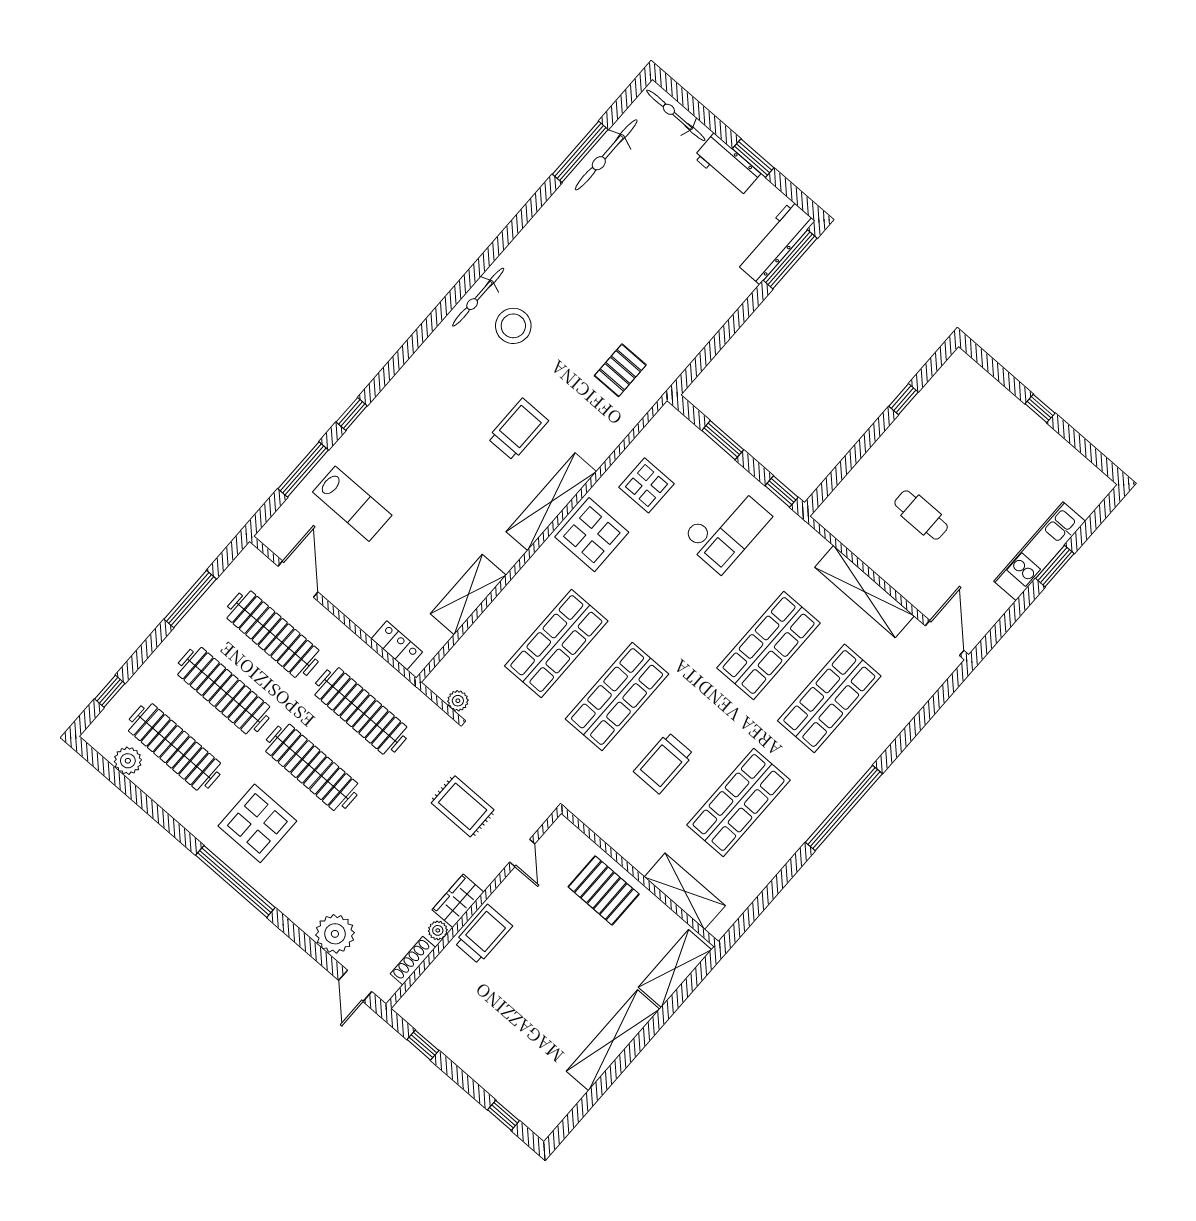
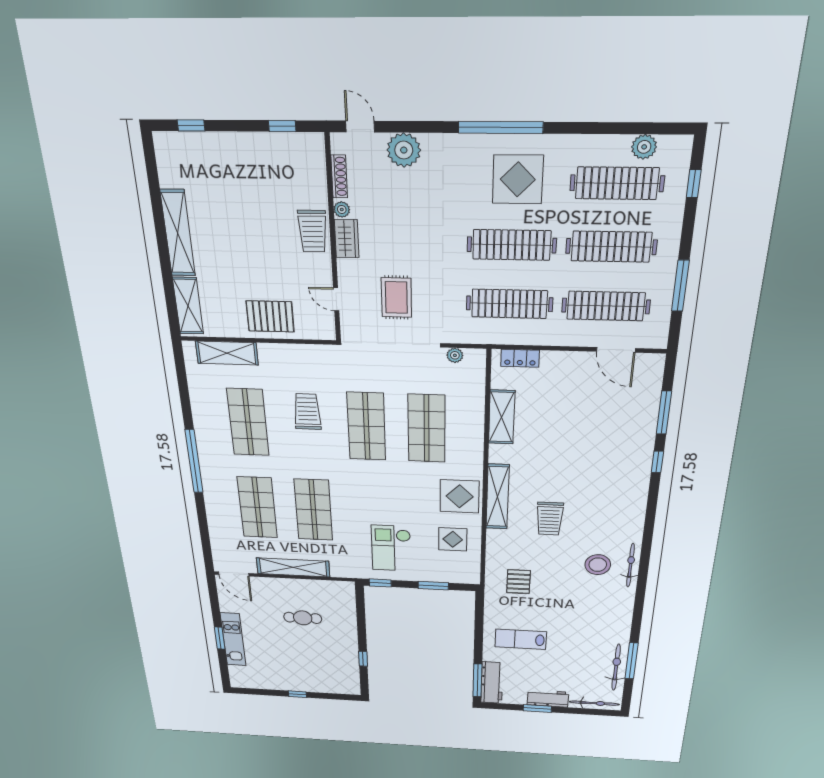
lab bench: (352, 504) -> (521, 639), moved
rug: (463, 806) -> (396, 298), turned 90

